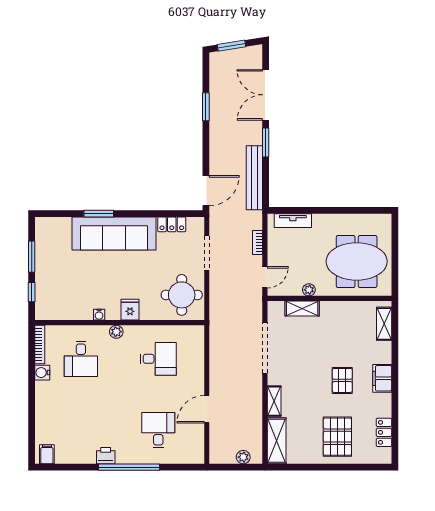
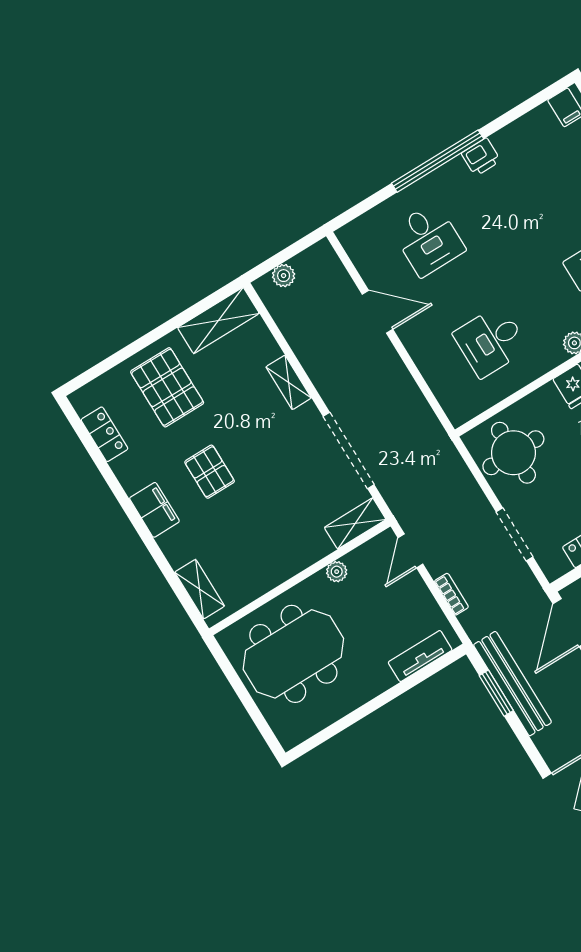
window: (266, 142) -> (496, 693), moved
shelving: (302, 309) -> (355, 523), moved
door: (207, 409) -> (377, 312), hinge flipped
shelving: (277, 441) -> (218, 320), moved, turned 90

